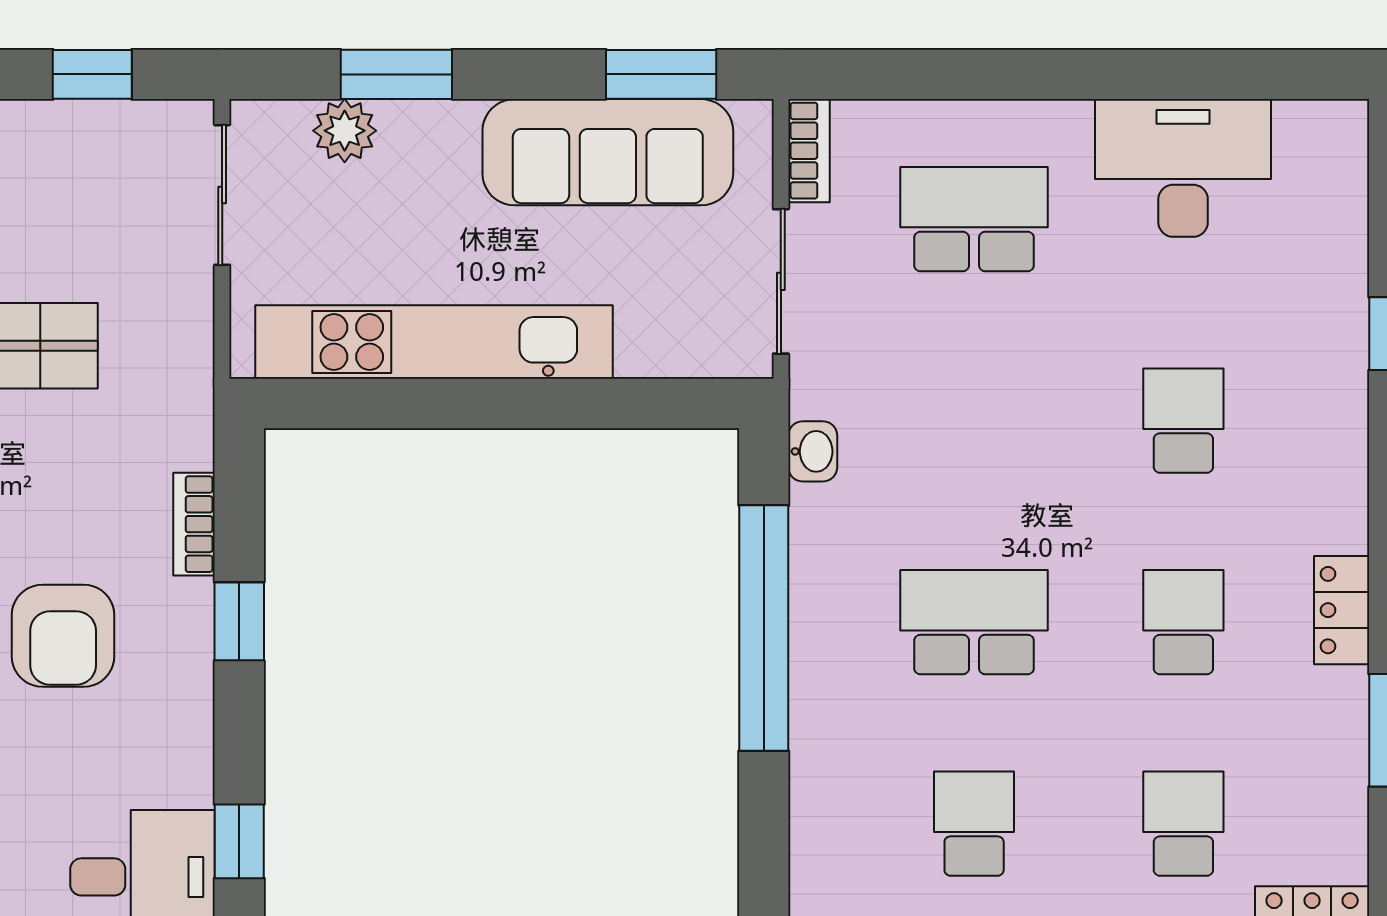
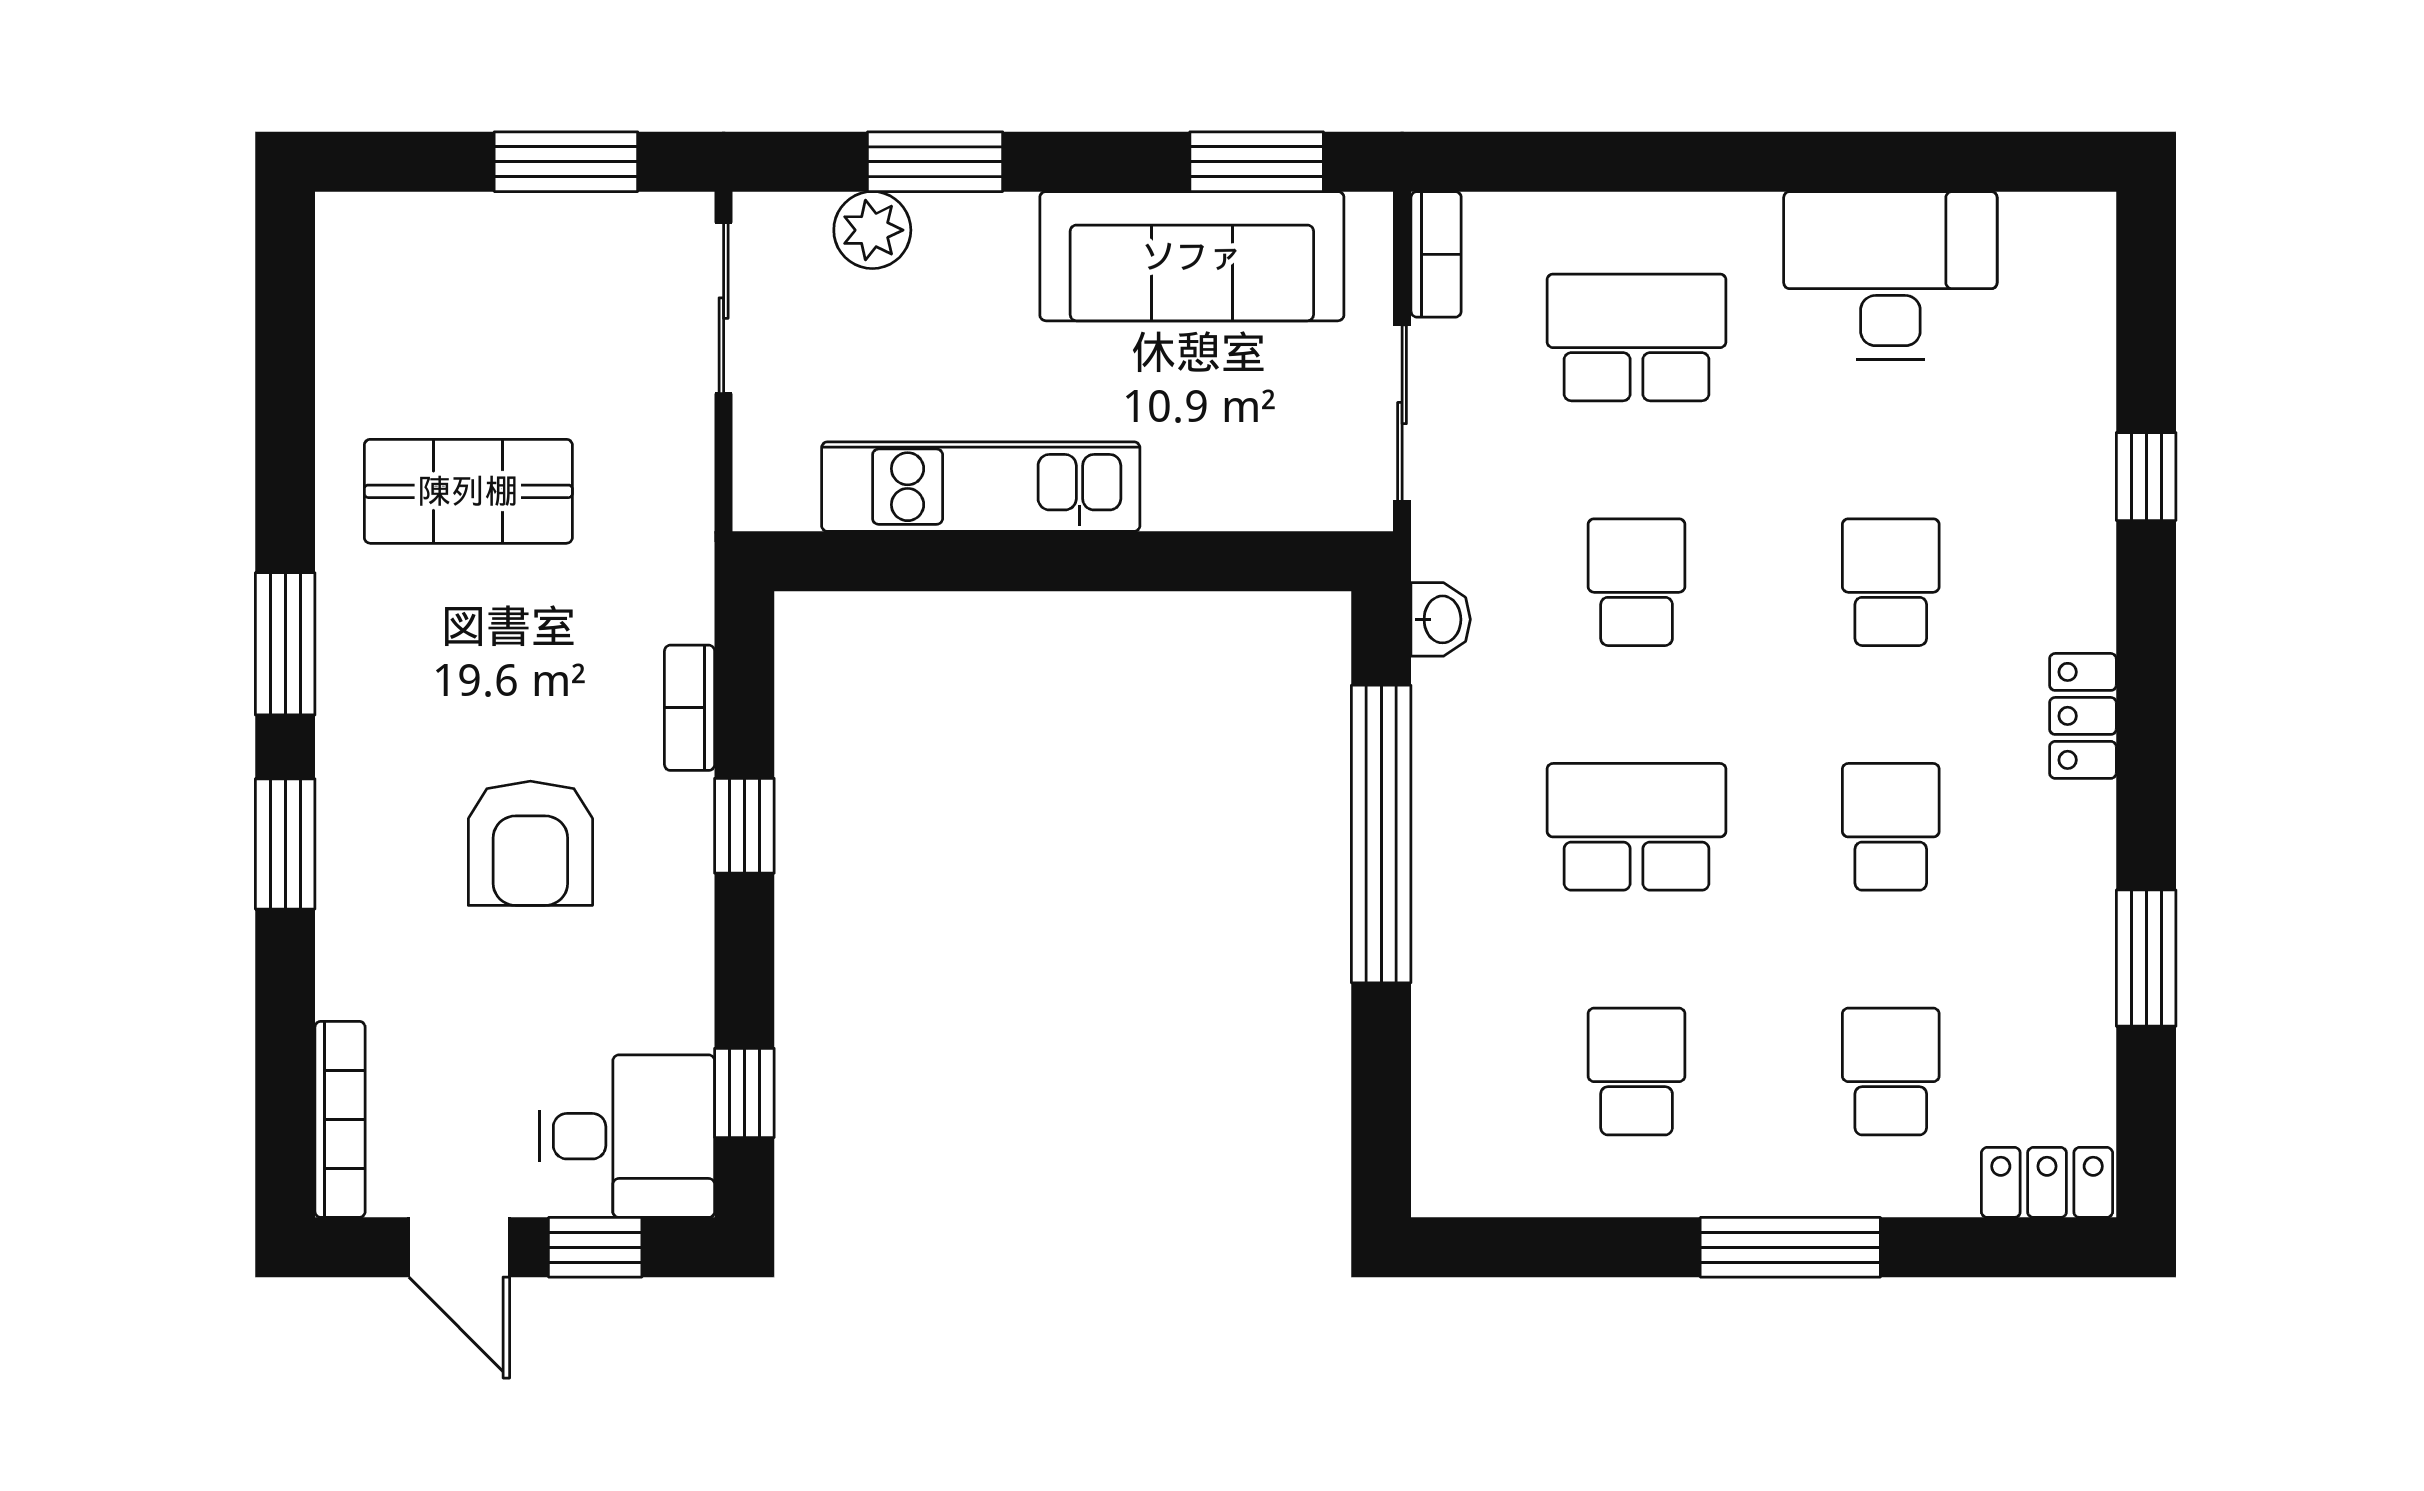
window: (92, 74) -> (566, 162), width x1.50
kitchen unit: (434, 342) -> (981, 487), width x0.73
school desk: (974, 421) -> (1637, 582), added
locker: (1342, 610) -> (2083, 716), moved

